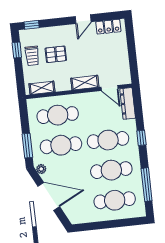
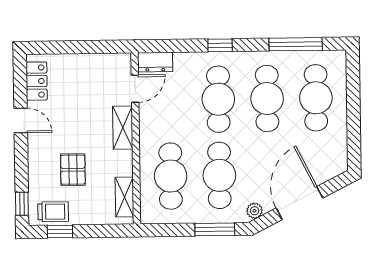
trolley: (32, 56) -> (53, 212), moved
dresser: (128, 103) -> (155, 62), width x0.70

